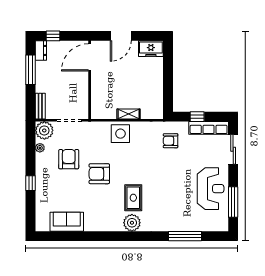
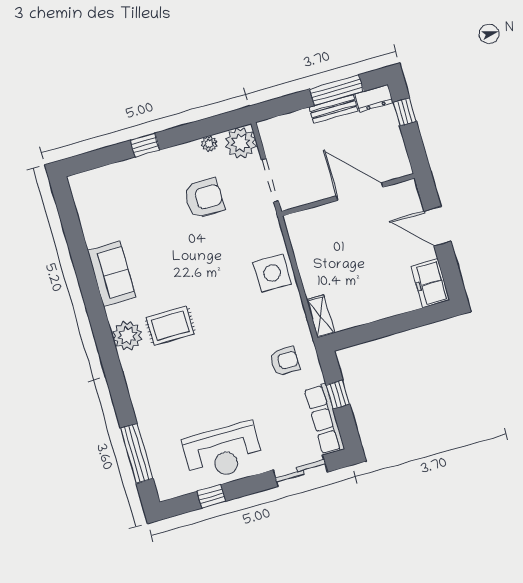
door: (90, 57) -> (360, 192), moved
bench: (40, 106) -> (334, 109), moved
shelving: (129, 114) -> (321, 316), moved
armchair: (171, 141) -> (284, 361), turned 90
armchair: (99, 174) -> (194, 257), removed
window: (233, 202) -> (211, 496), width x0.46
sofa: (67, 222) -> (112, 274), moved
window: (185, 236) -> (137, 453), moved

